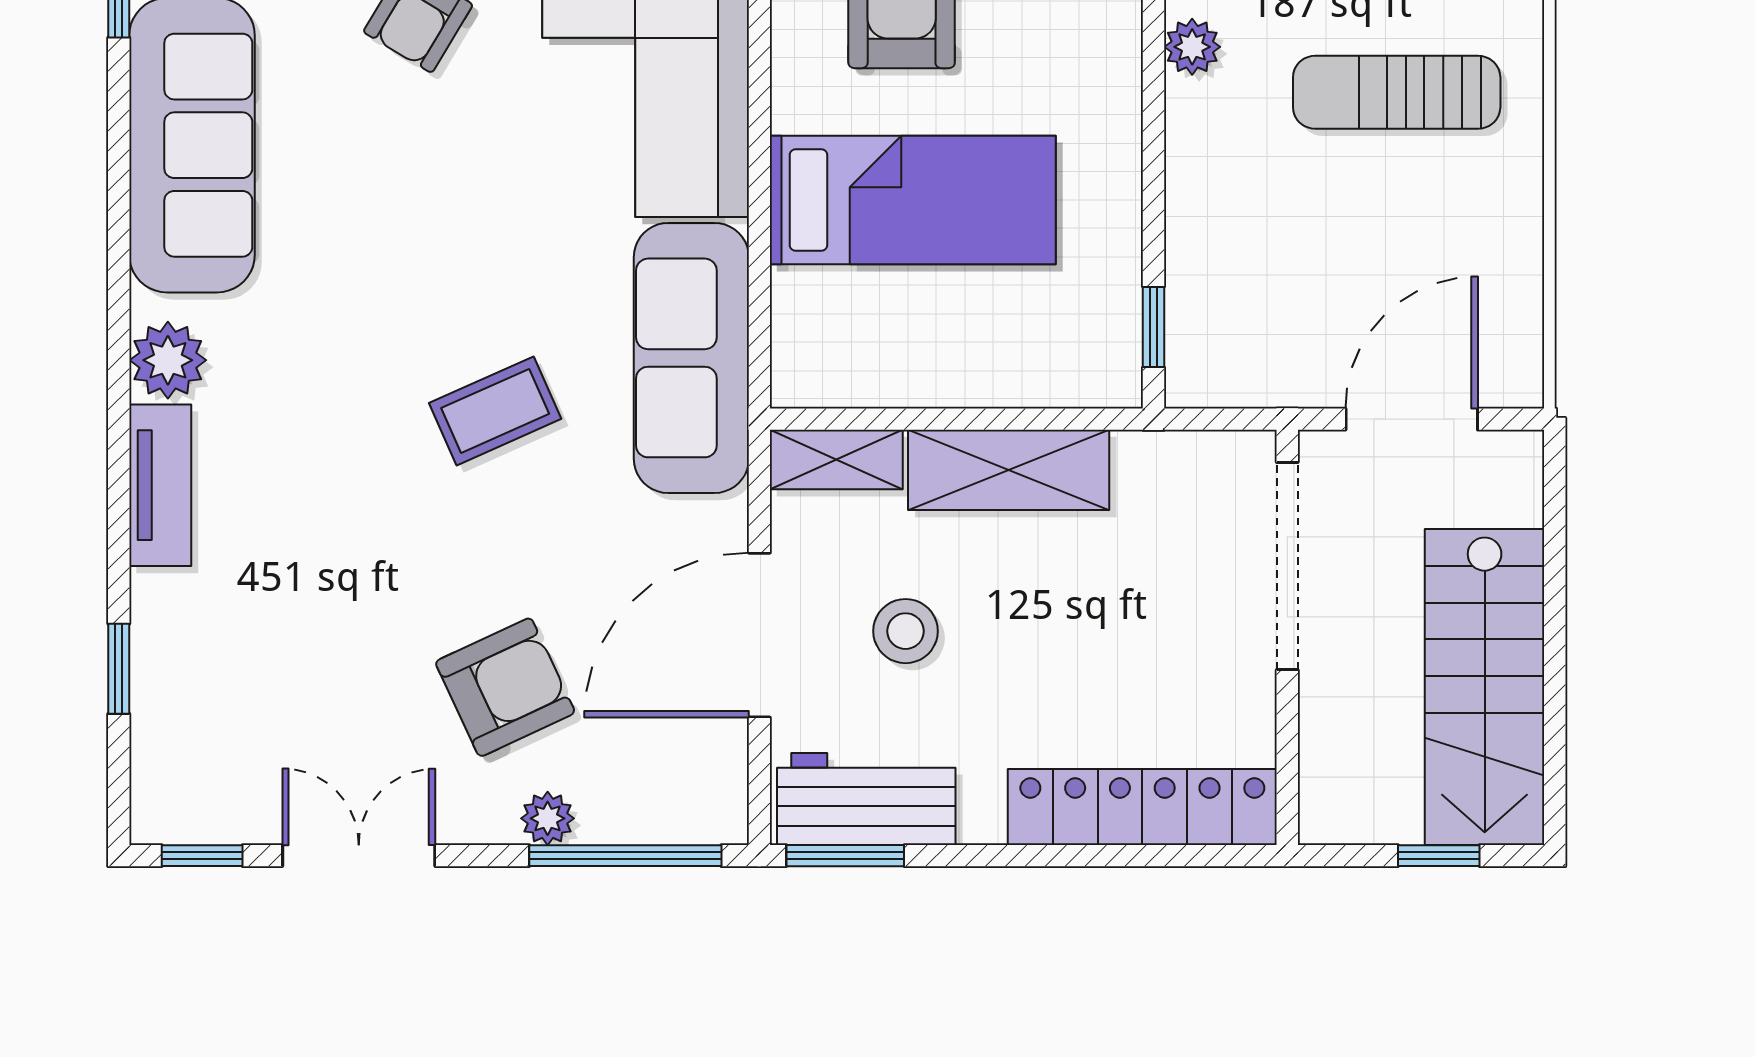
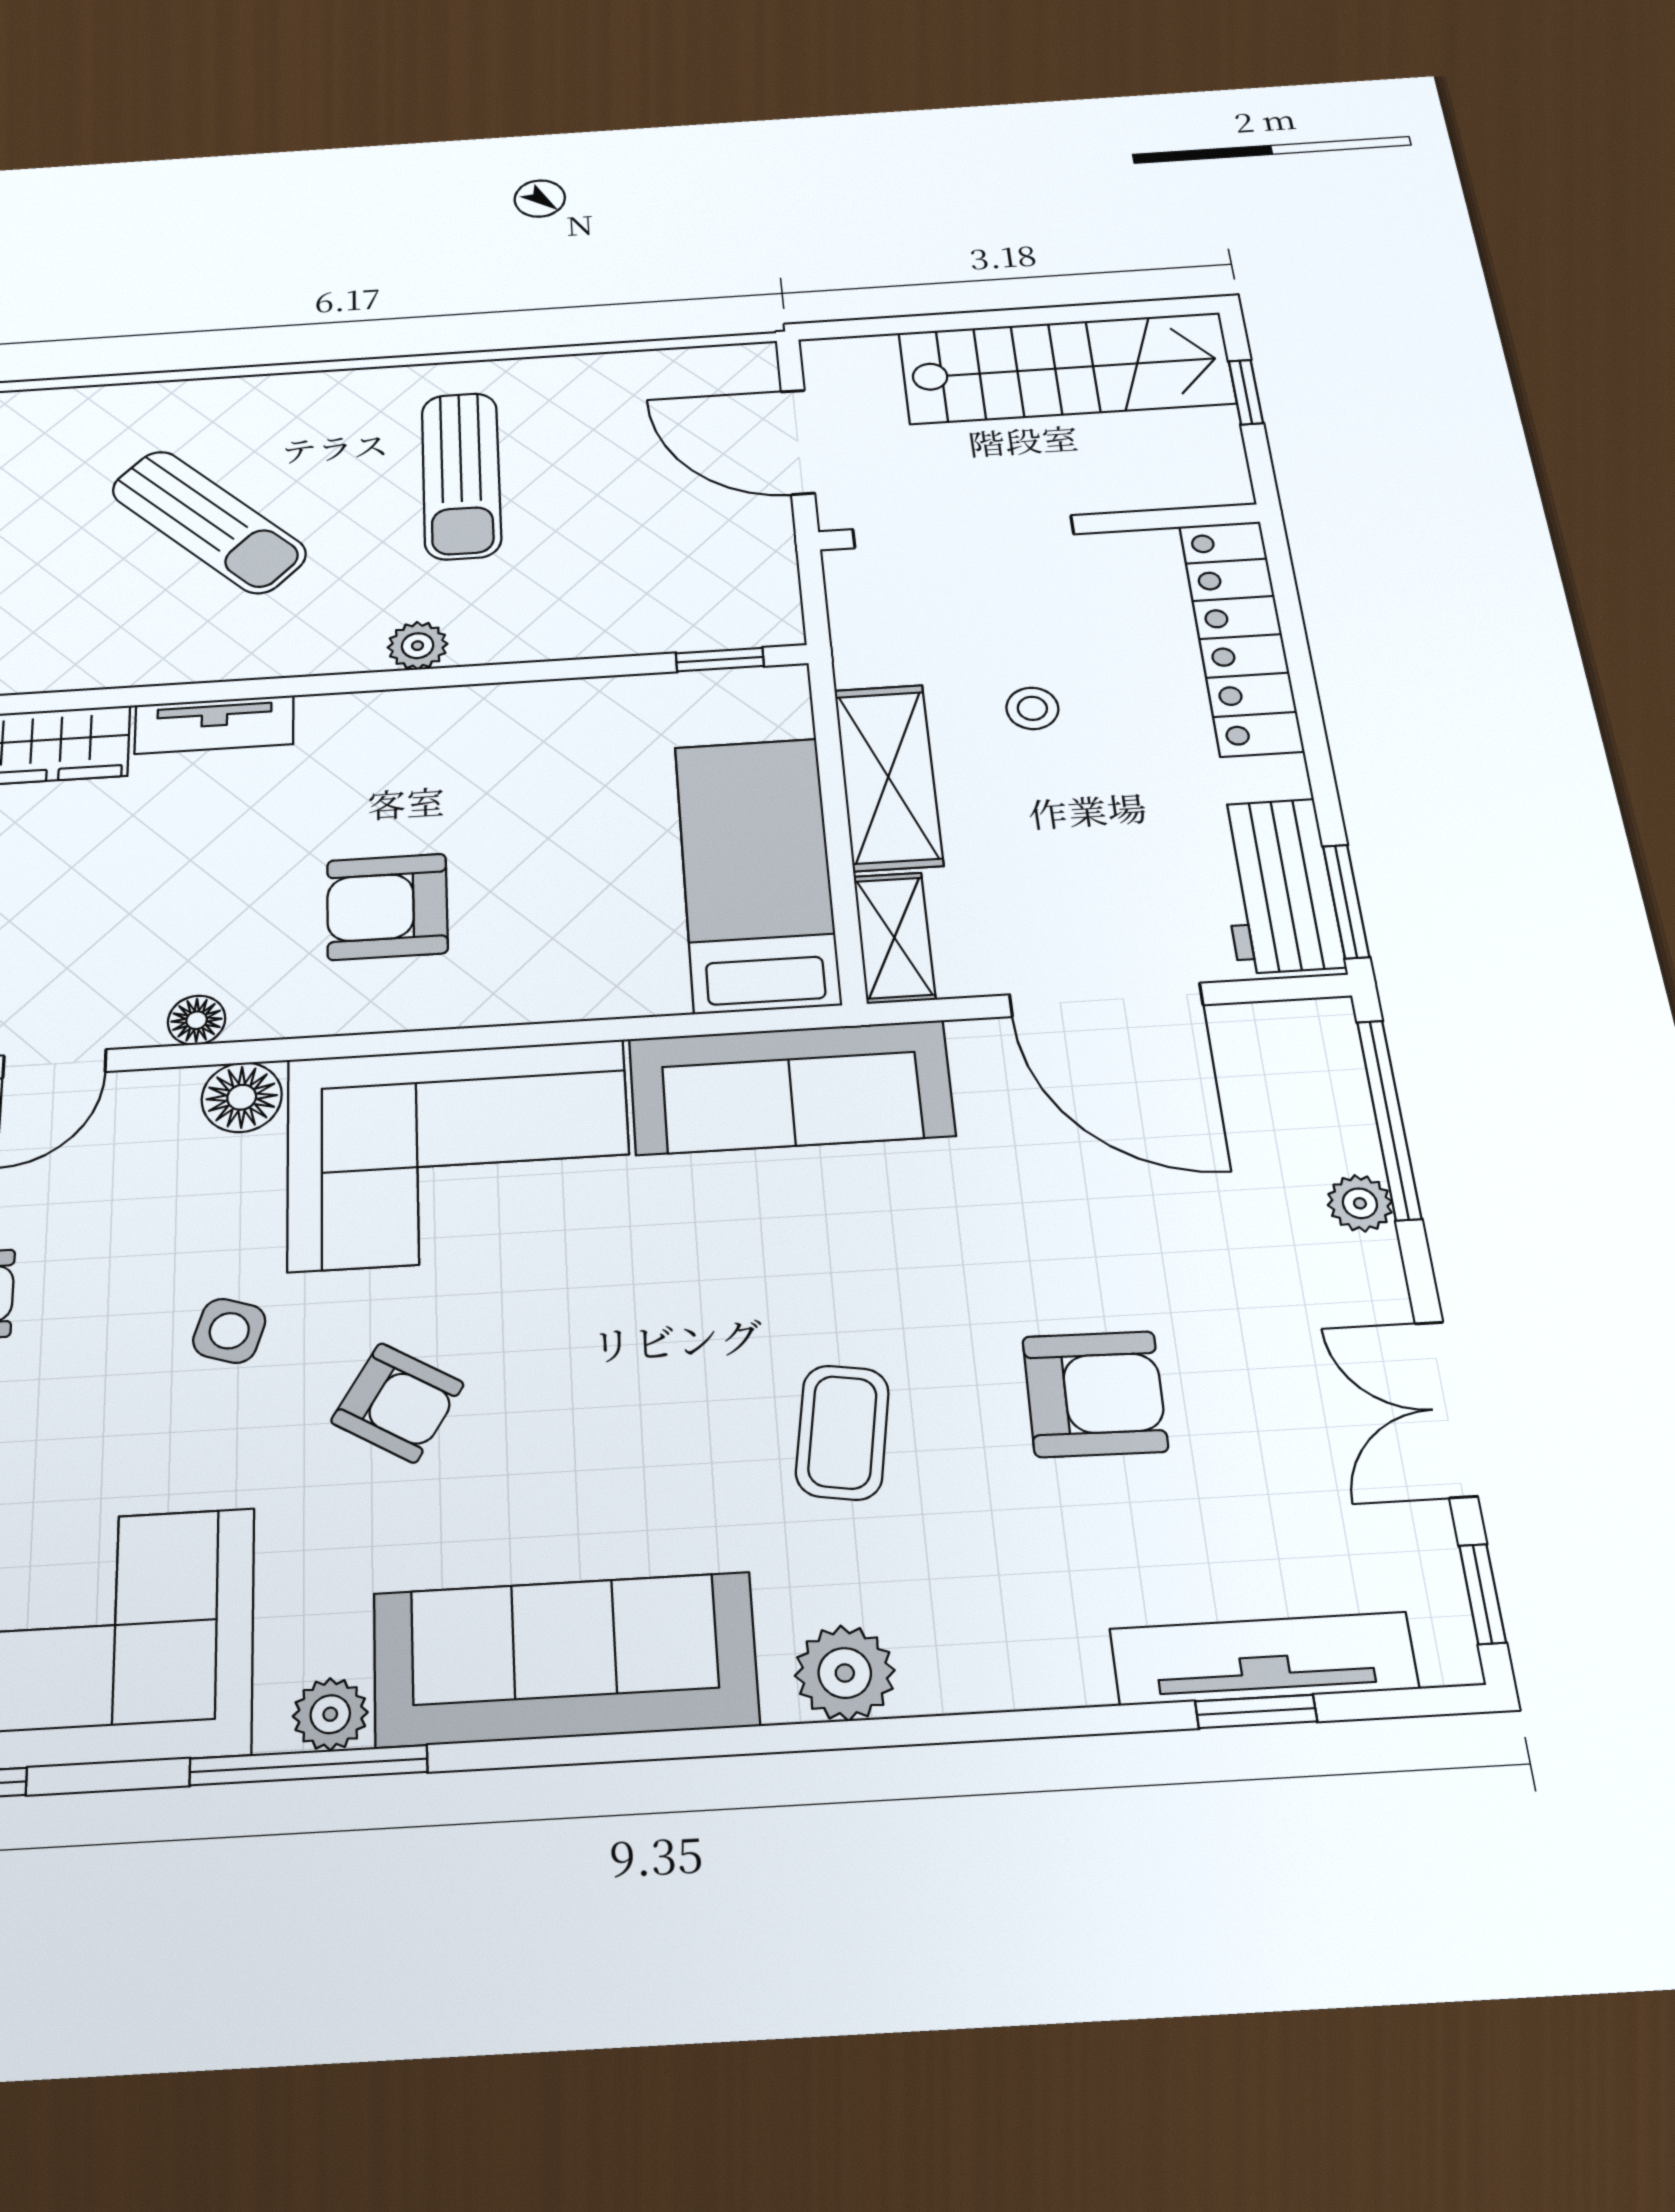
bed: (913, 200) -> (757, 873), moved
coffee table: (495, 411) -> (842, 1432), moved, turned 33
tv unit: (160, 485) -> (1264, 1659), moved, width x1.41
stool: (906, 631) -> (1032, 708), moved, width x0.73, depth x0.73
armchair: (505, 687) -> (1095, 1394), moved, turned 116

